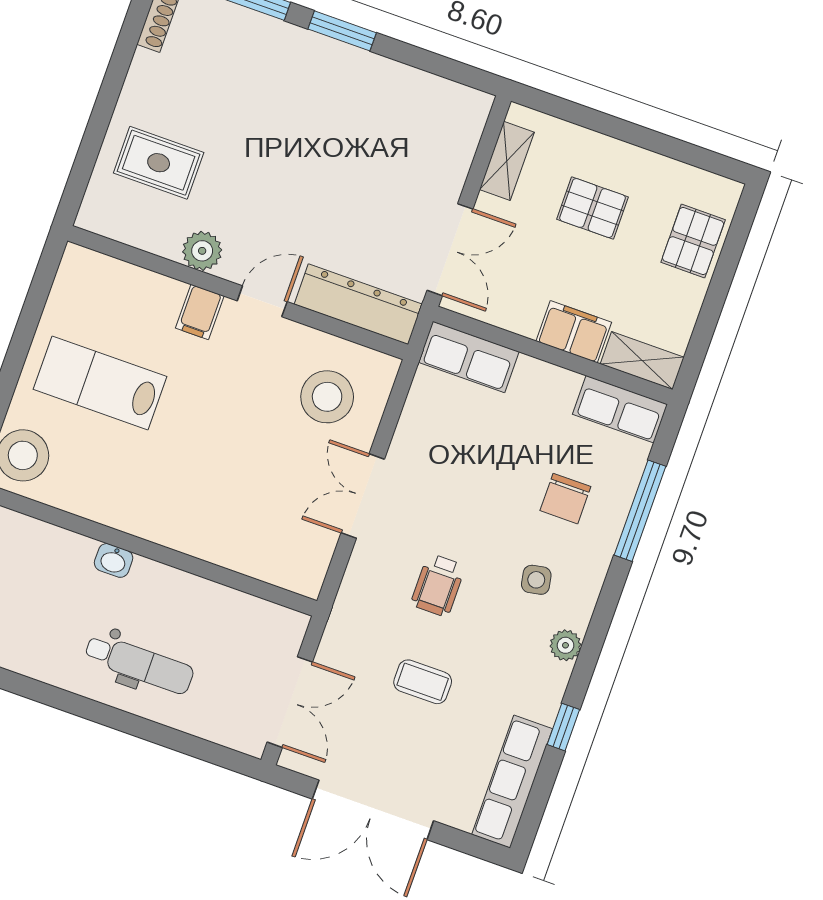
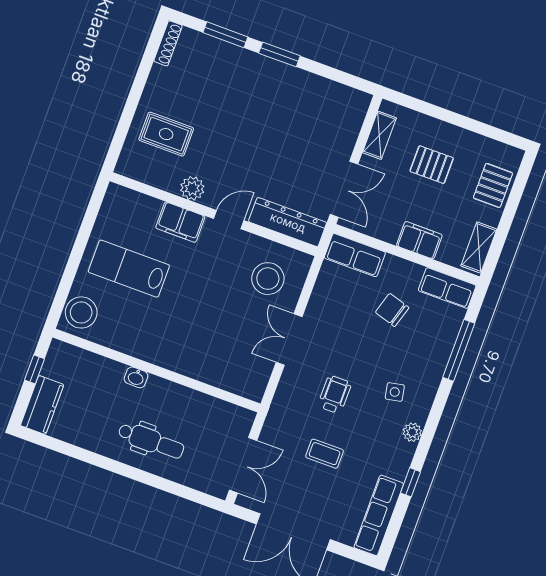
filing cabinet: (200, 312) -> (180, 222), width x2.00
shelving: (642, 361) -> (479, 248), moved, turned 90
chair: (565, 499) -> (392, 310), moved, turned 107
wheelchair: (438, 585) -> (335, 395), turned 180

